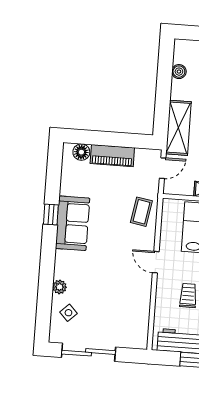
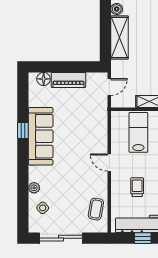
shelving: (178, 128) -> (120, 37), moved
coffee table: (141, 212) -> (96, 209), moved
sofa: (73, 223) -> (41, 136), width x1.36

